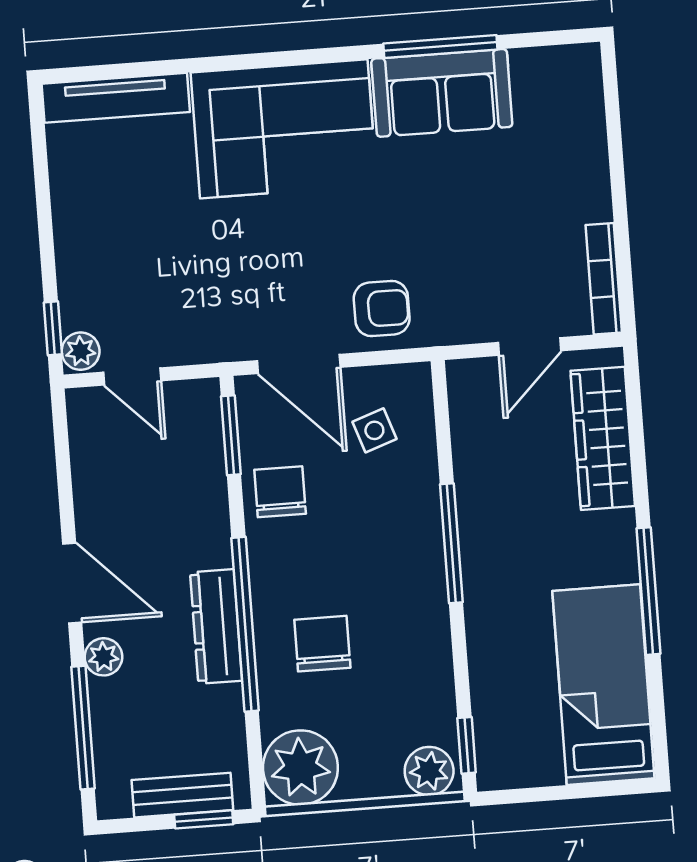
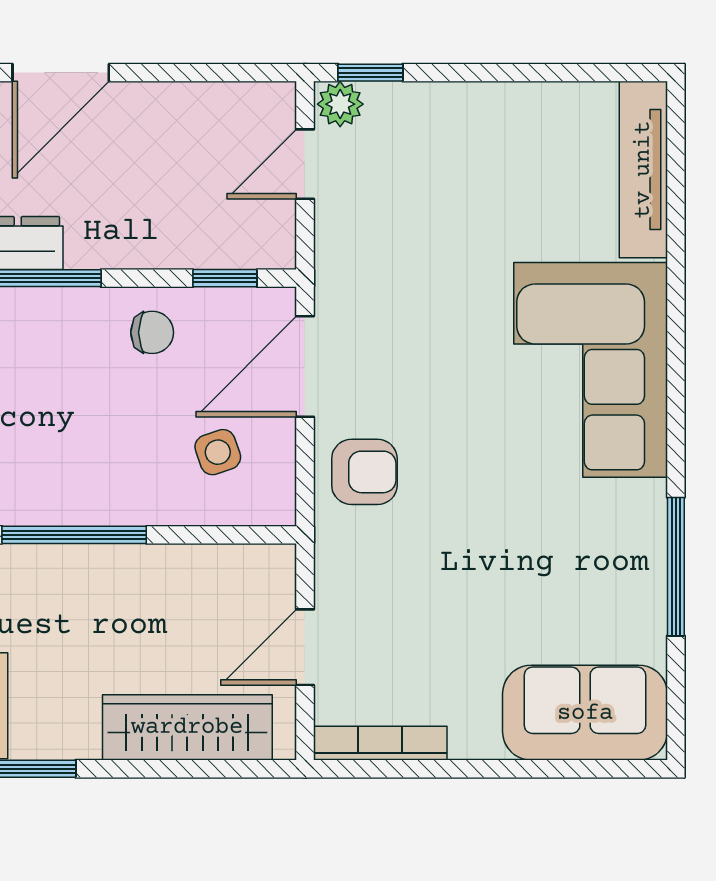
sofa: (442, 93) -> (585, 713), moved, turned 90
armchair: (382, 308) -> (364, 472), turned -90
door: (529, 347) -> (305, 647), hinge flipped
window: (231, 435) -> (225, 278), width x0.67
chair: (280, 492) -> (152, 332), width x0.73, depth x0.73

